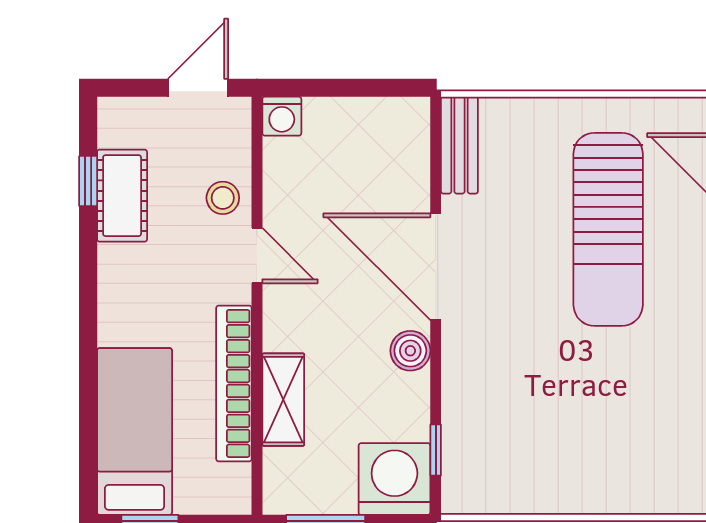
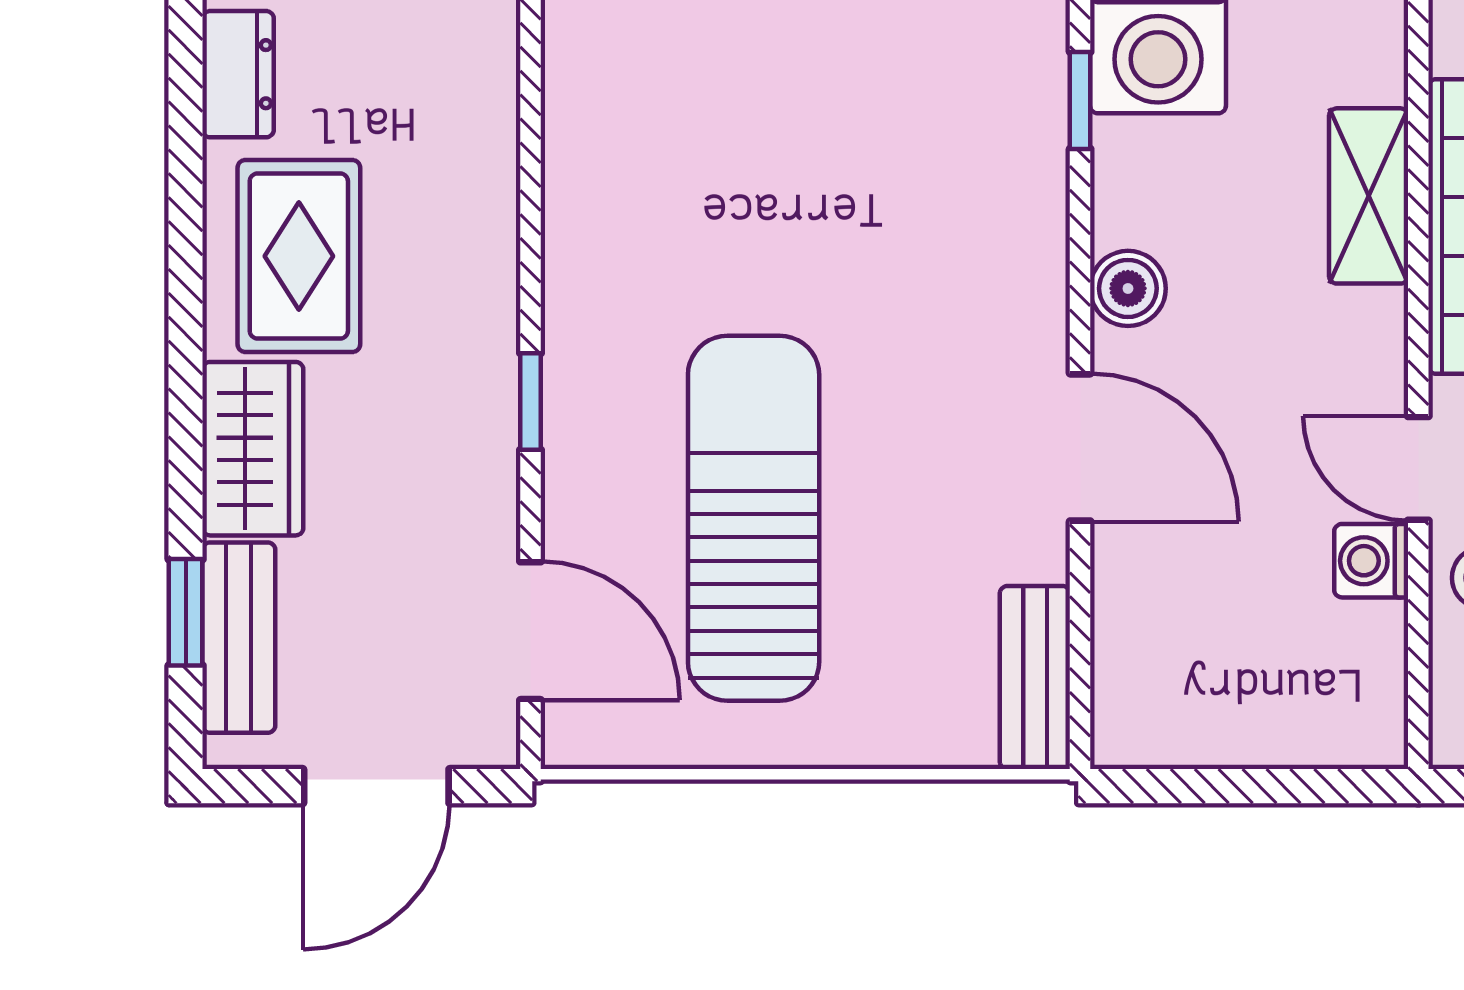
washing machine: (282, 116) -> (1371, 561), moved, turned -90
door: (436, 267) -> (1080, 447), width x0.73

